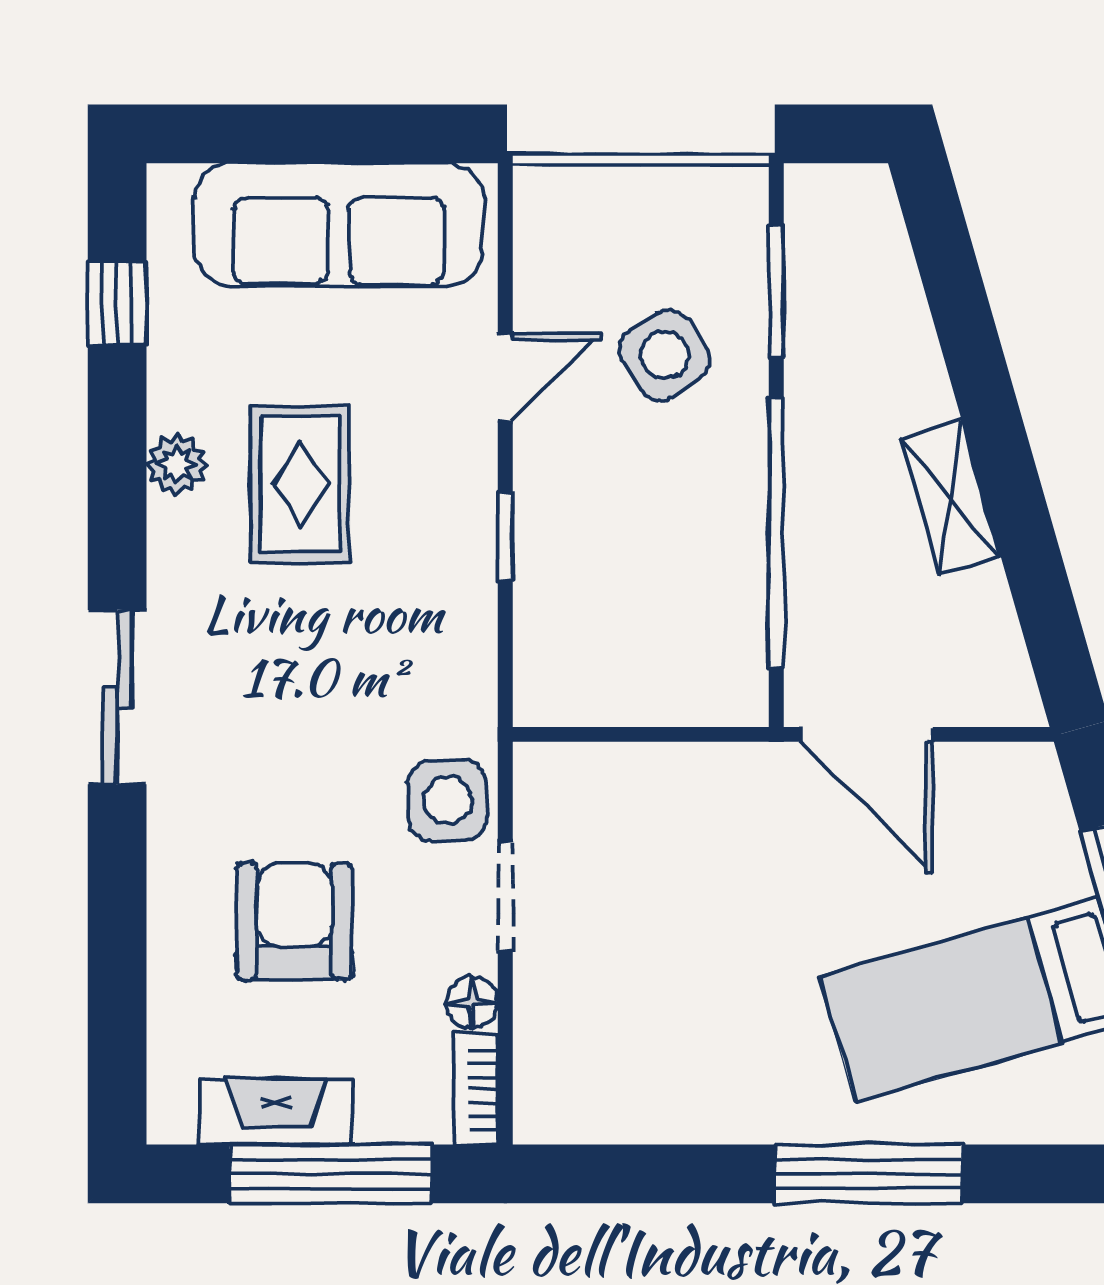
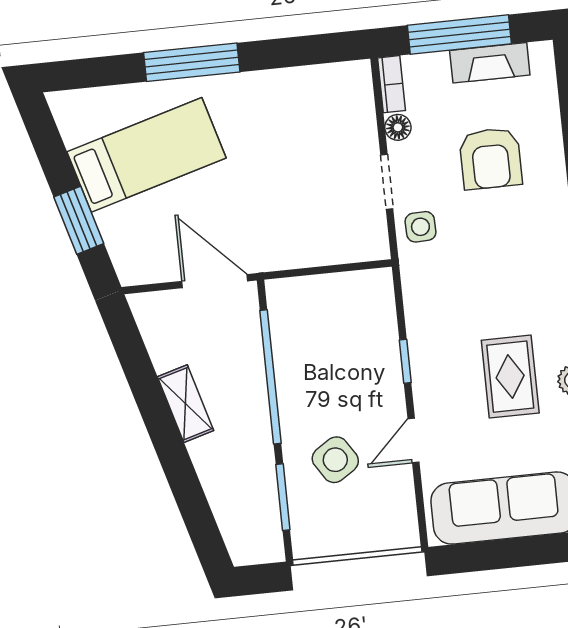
side table: (448, 800) -> (420, 227), width x0.73, depth x0.73

